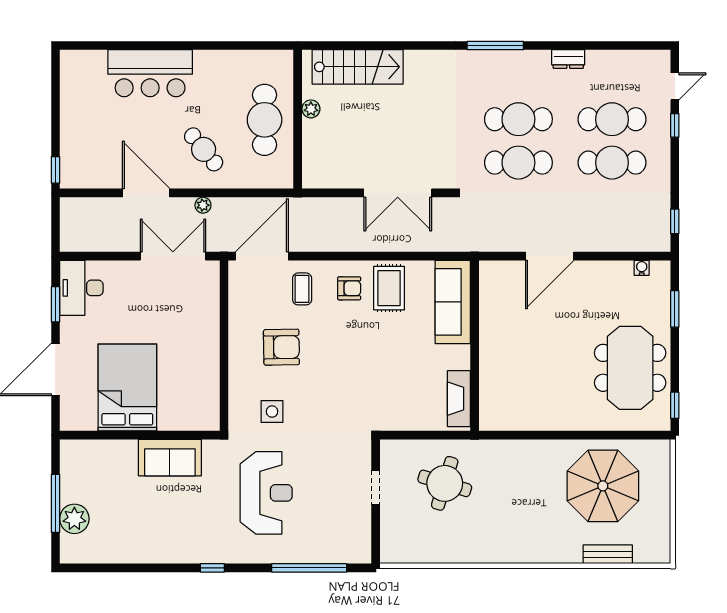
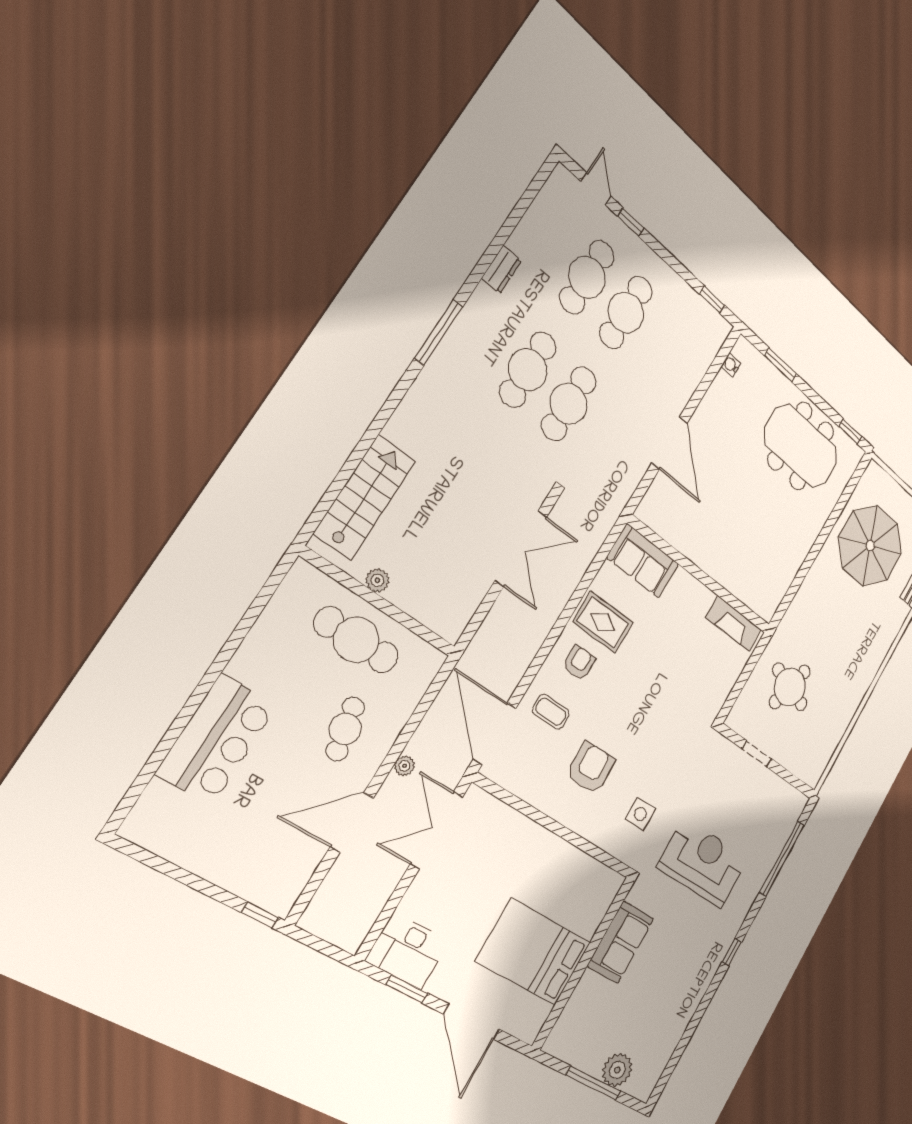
cafe table: (204, 149) -> (345, 729), turned -63
sofa: (453, 302) -> (643, 561), width x0.73

